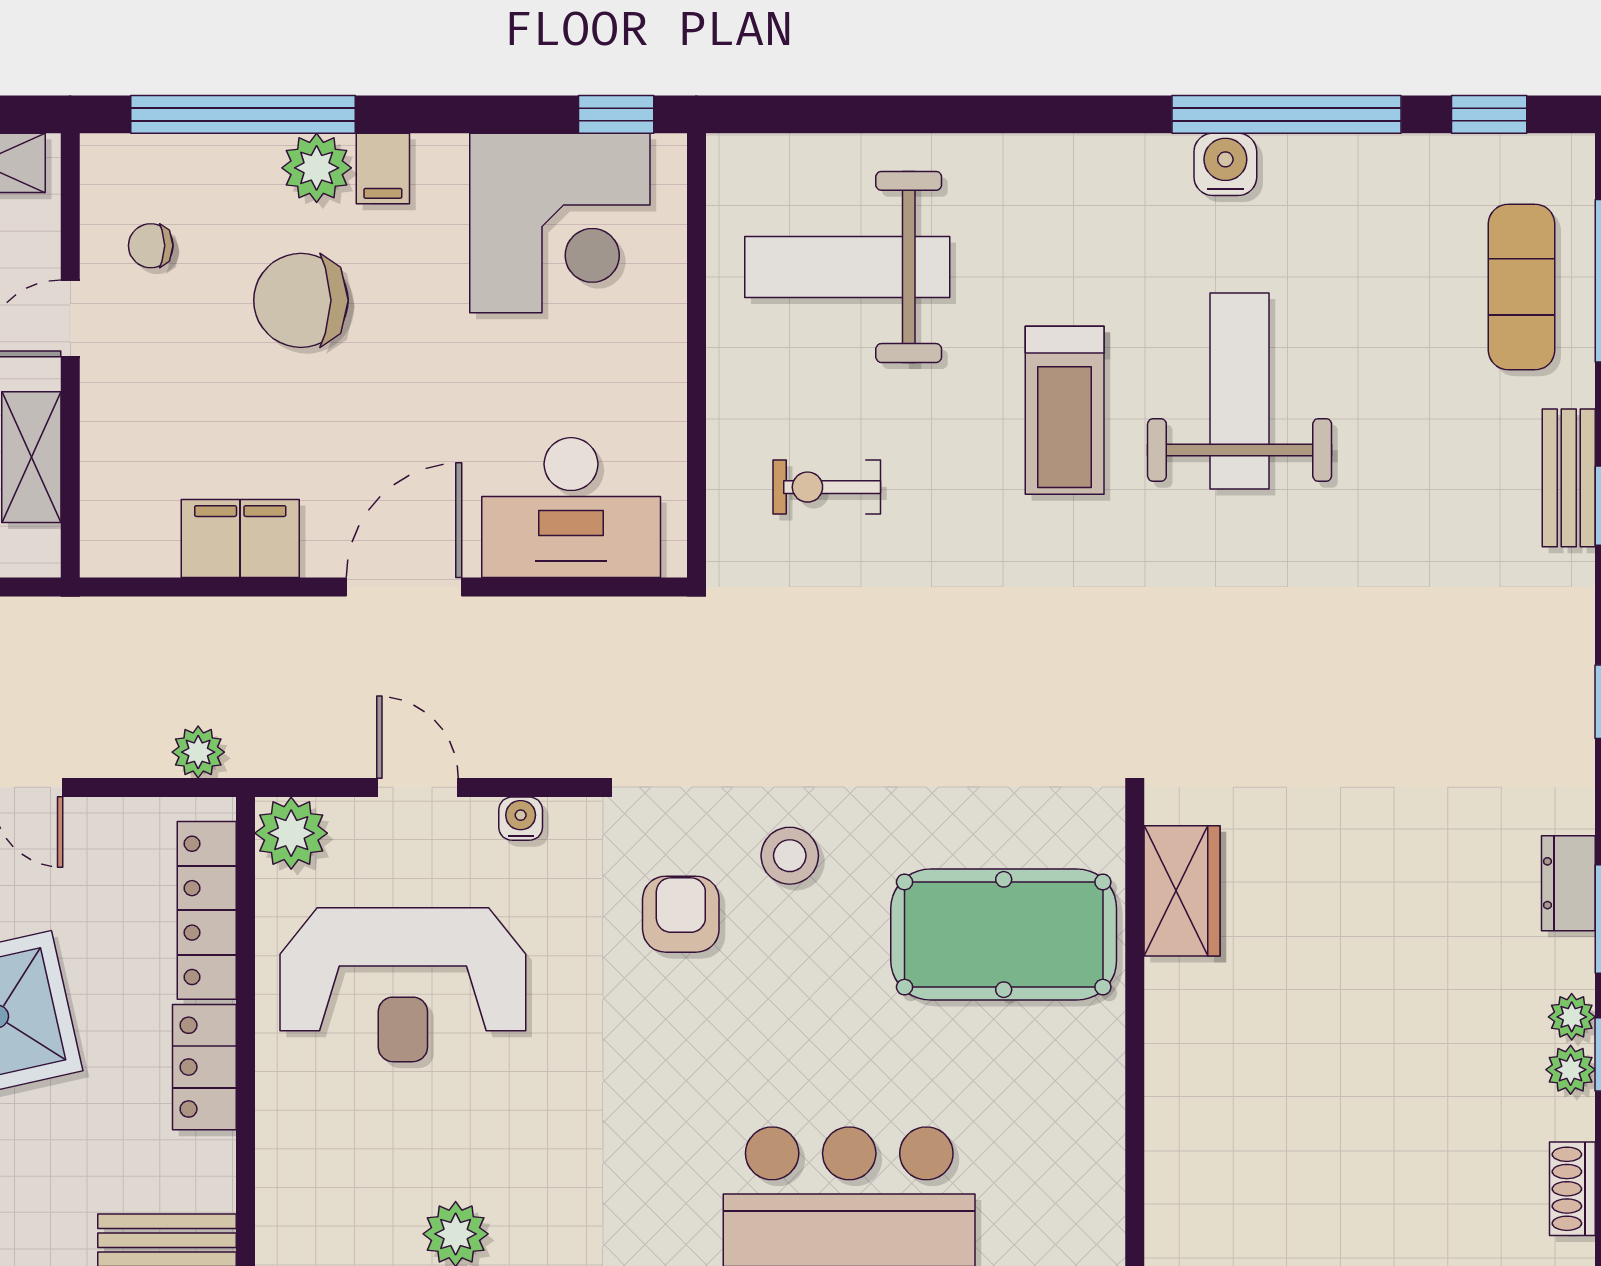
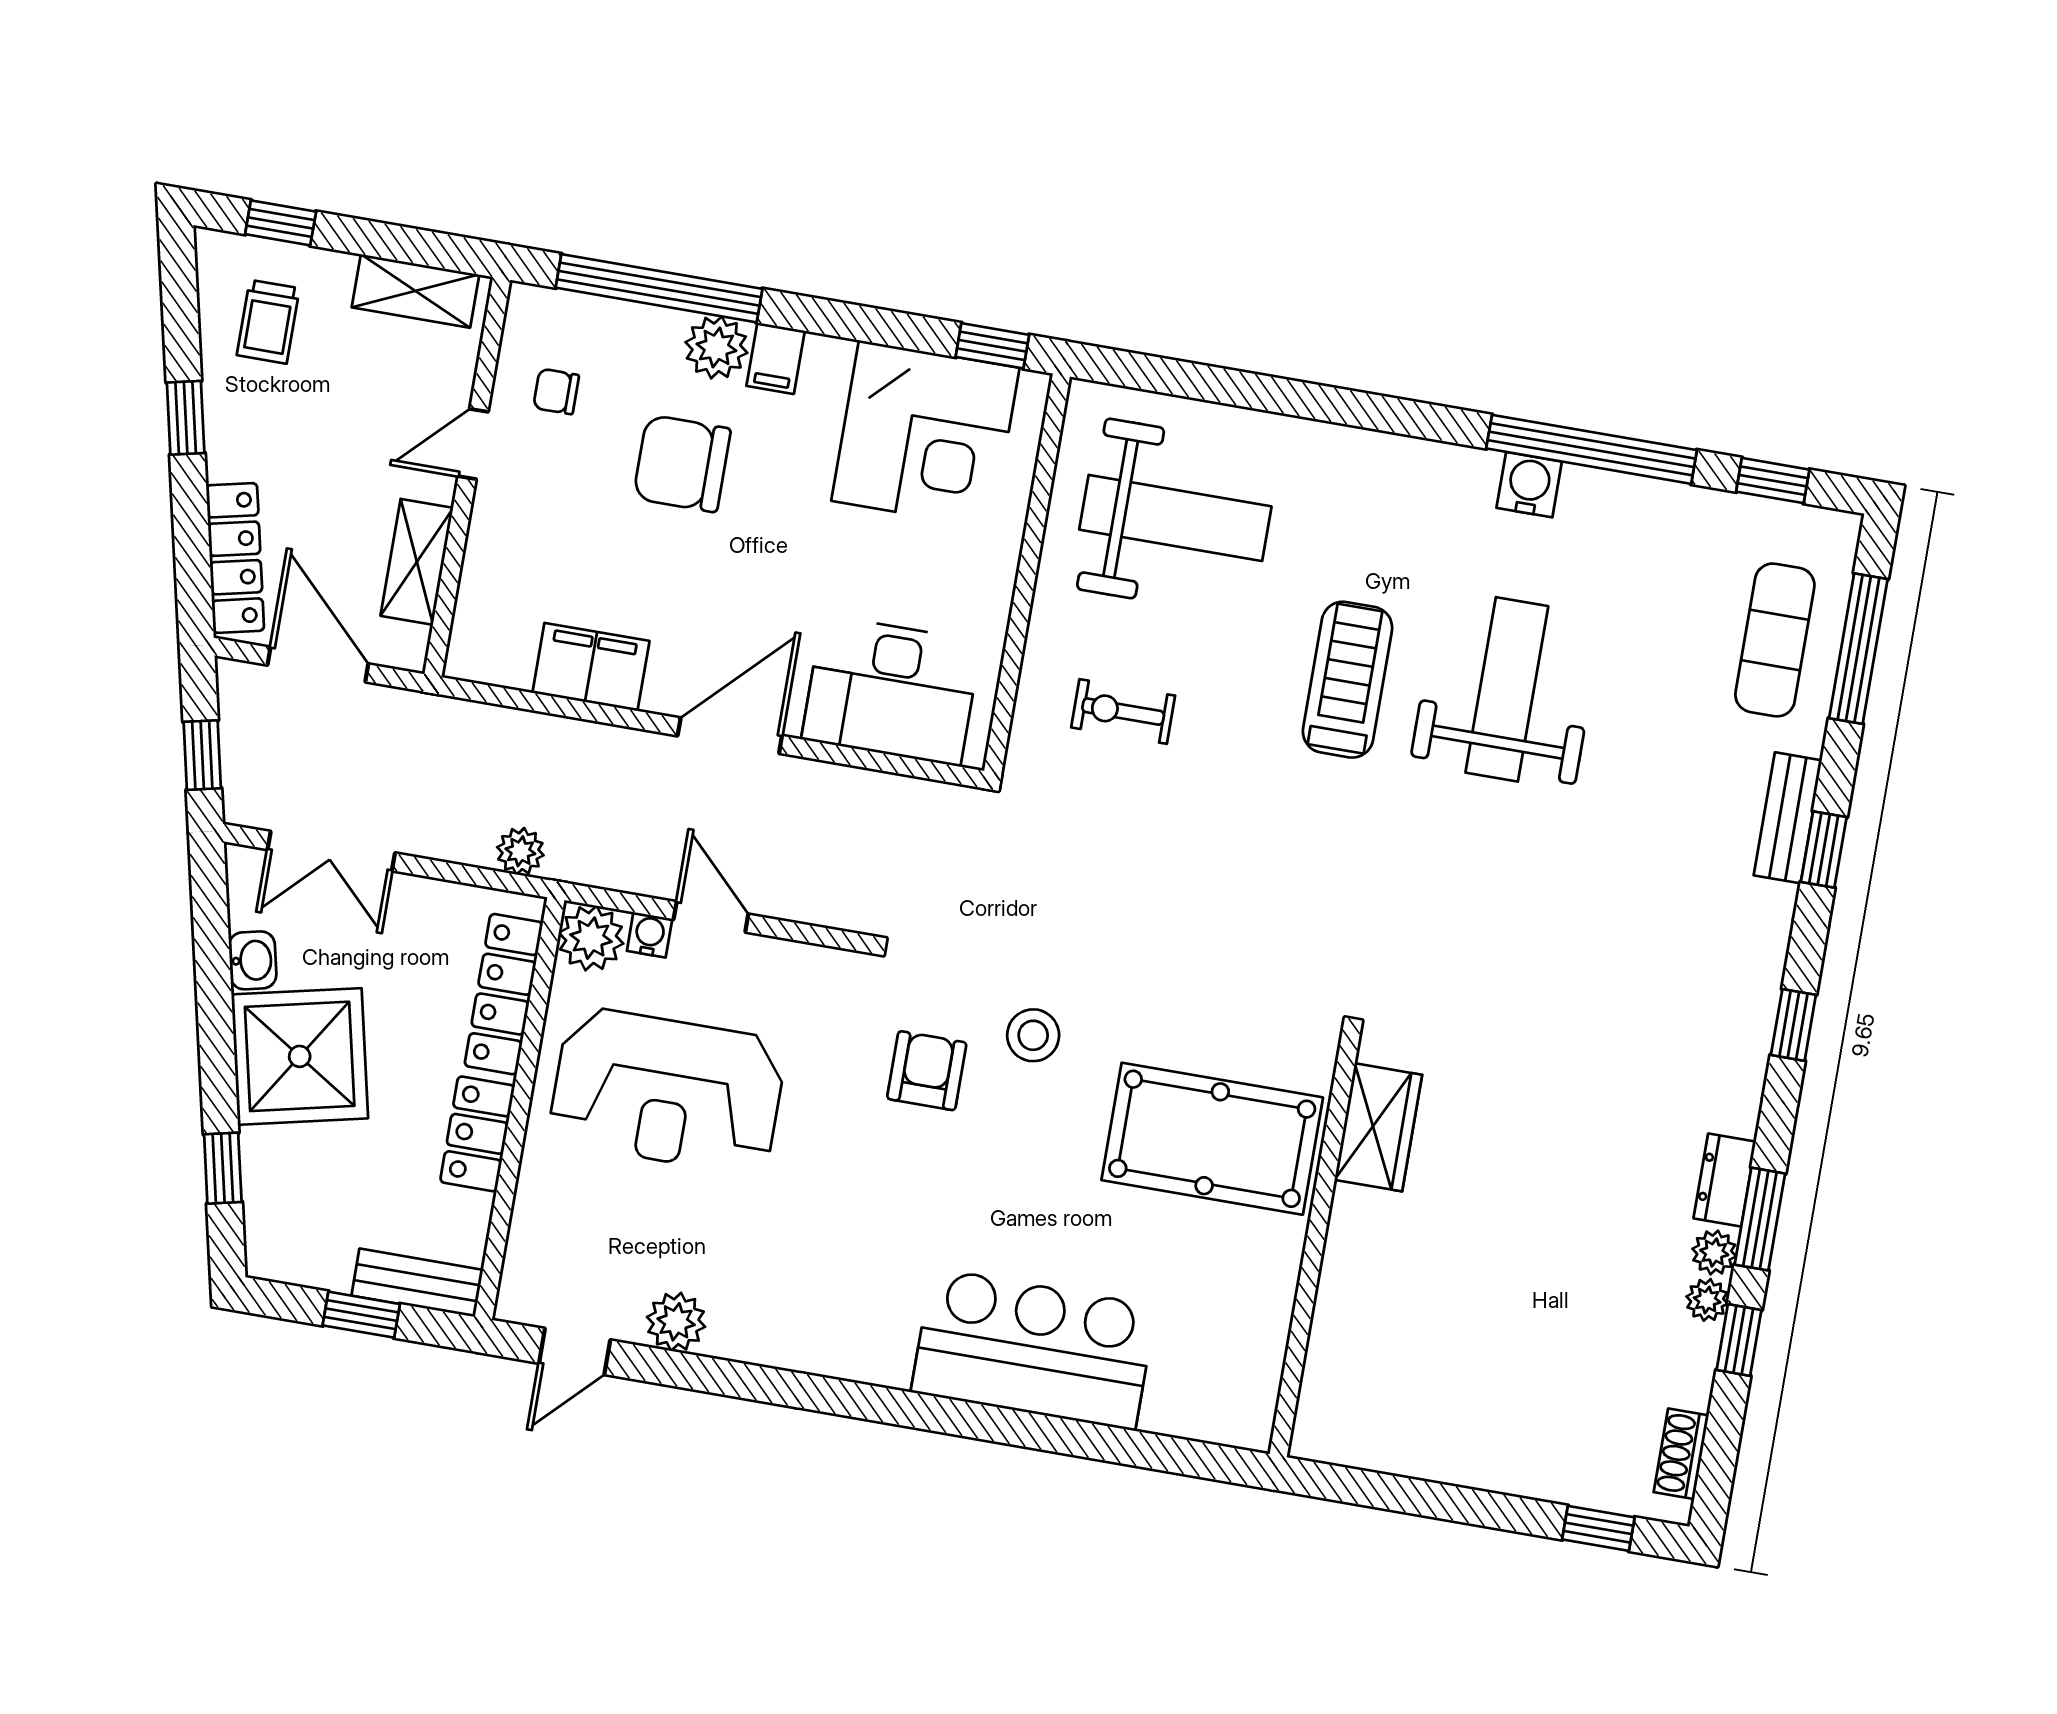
weight bench: (847, 267) -> (1175, 518), turned 180
treadmill: (1065, 410) -> (1348, 680), turned 180
water cooler: (521, 819) -> (650, 935), moved
plant: (1571, 1070) -> (1714, 1253), moved

